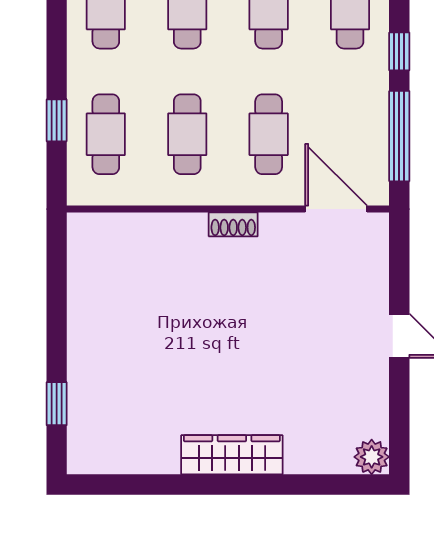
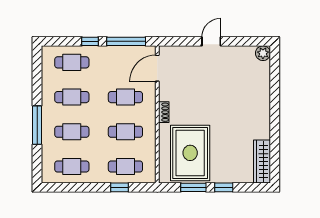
rug: (138, 286) -> (190, 153), added
window: (57, 294) -> (193, 187), added
window: (57, 404) -> (224, 187), moved
wardrobe: (232, 455) -> (262, 162), moved

